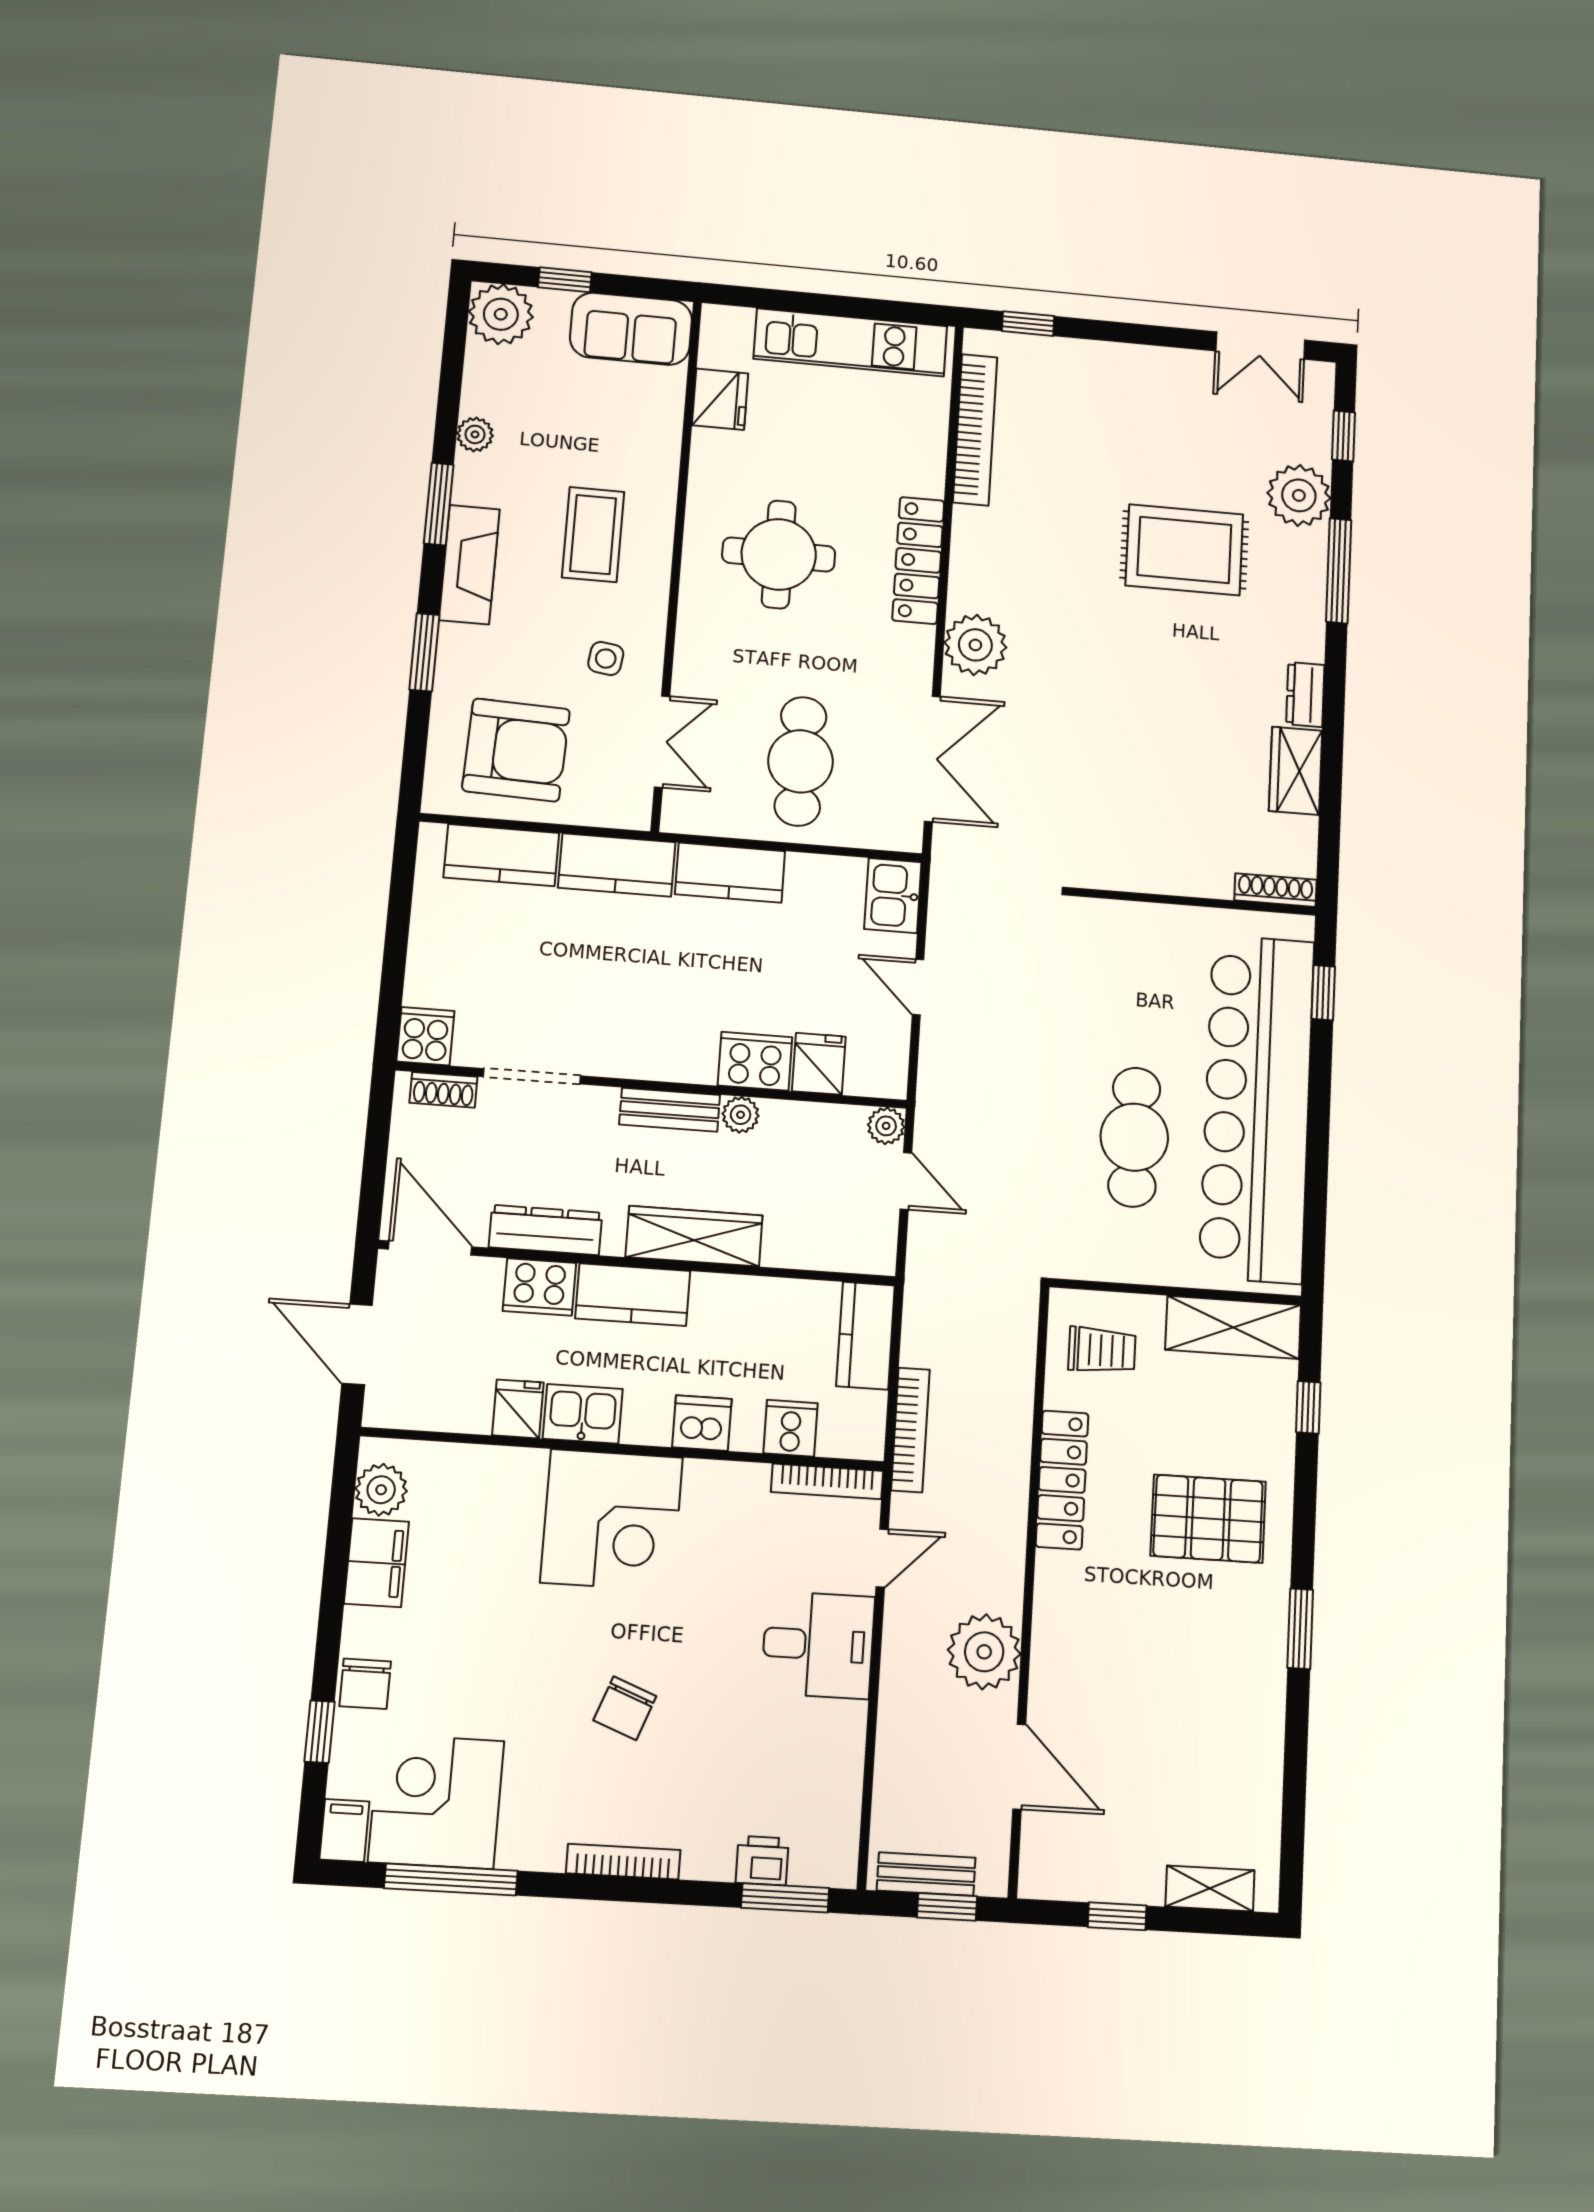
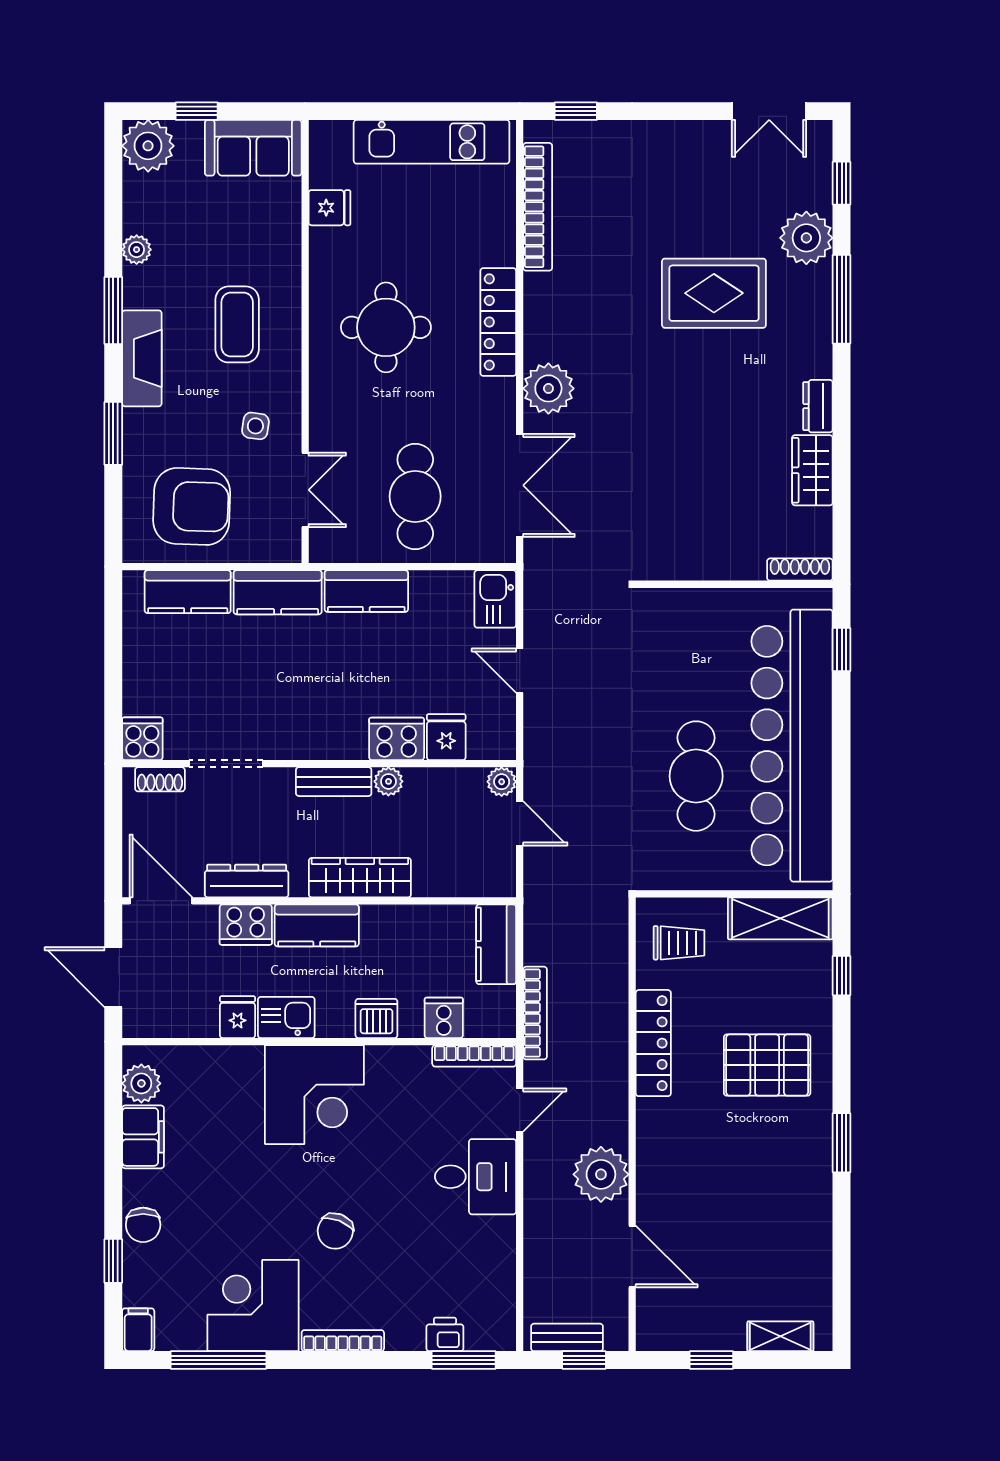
fridge: (720, 399) -> (330, 208), width x0.72
corner desk: (436, 1801) -> (253, 1306), moved

